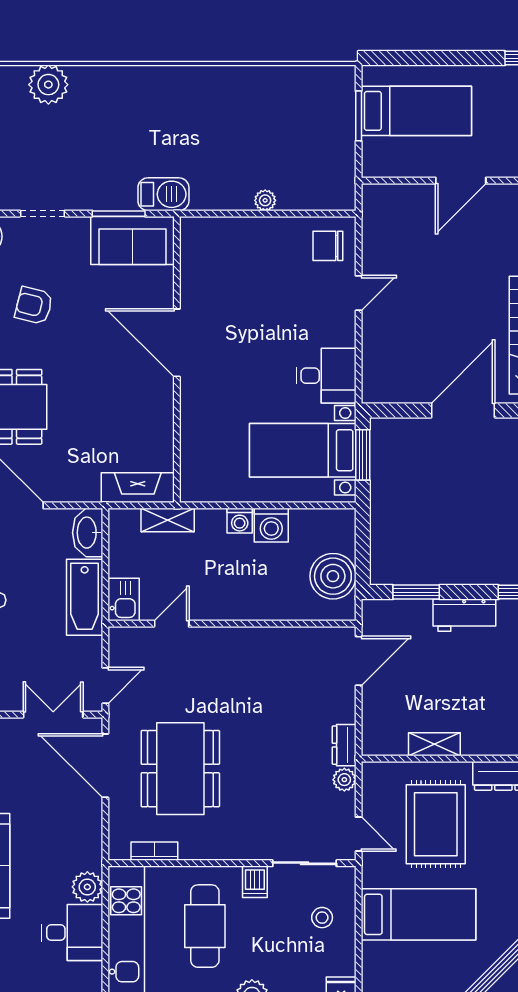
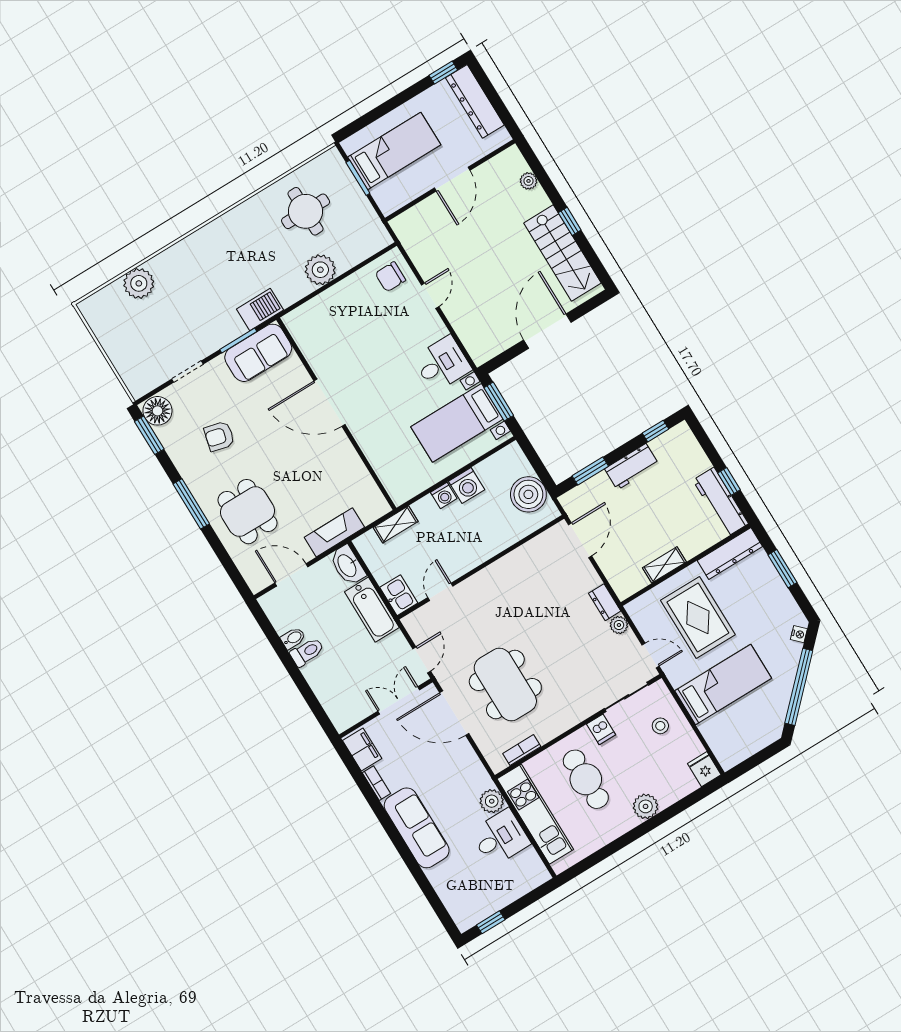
round table: (279, 117) -> (306, 211), added
plant: (265, 200) -> (320, 270), width x1.88, depth x1.88
fireplace: (138, 488) -> (334, 532), moved

